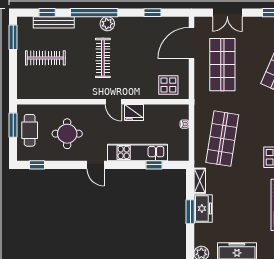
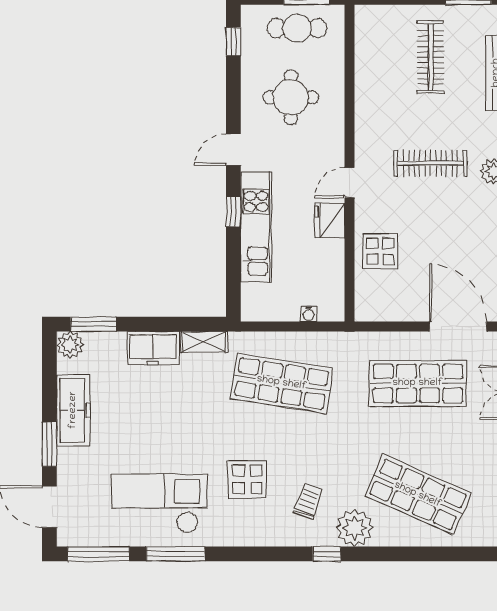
display table: (168, 85) -> (380, 251), moved
window: (154, 165) -> (233, 212), moved
window: (190, 212) -> (93, 324), moved

